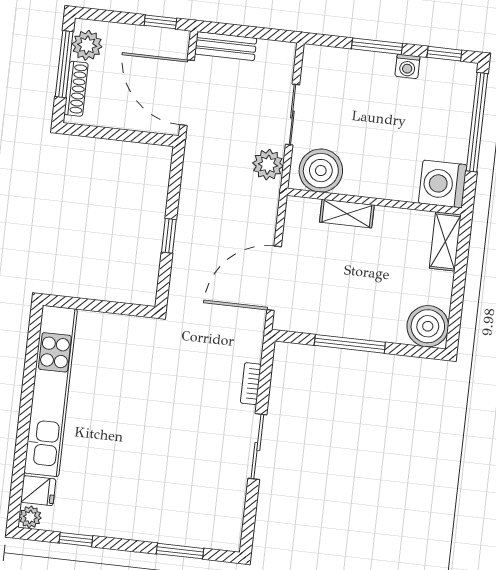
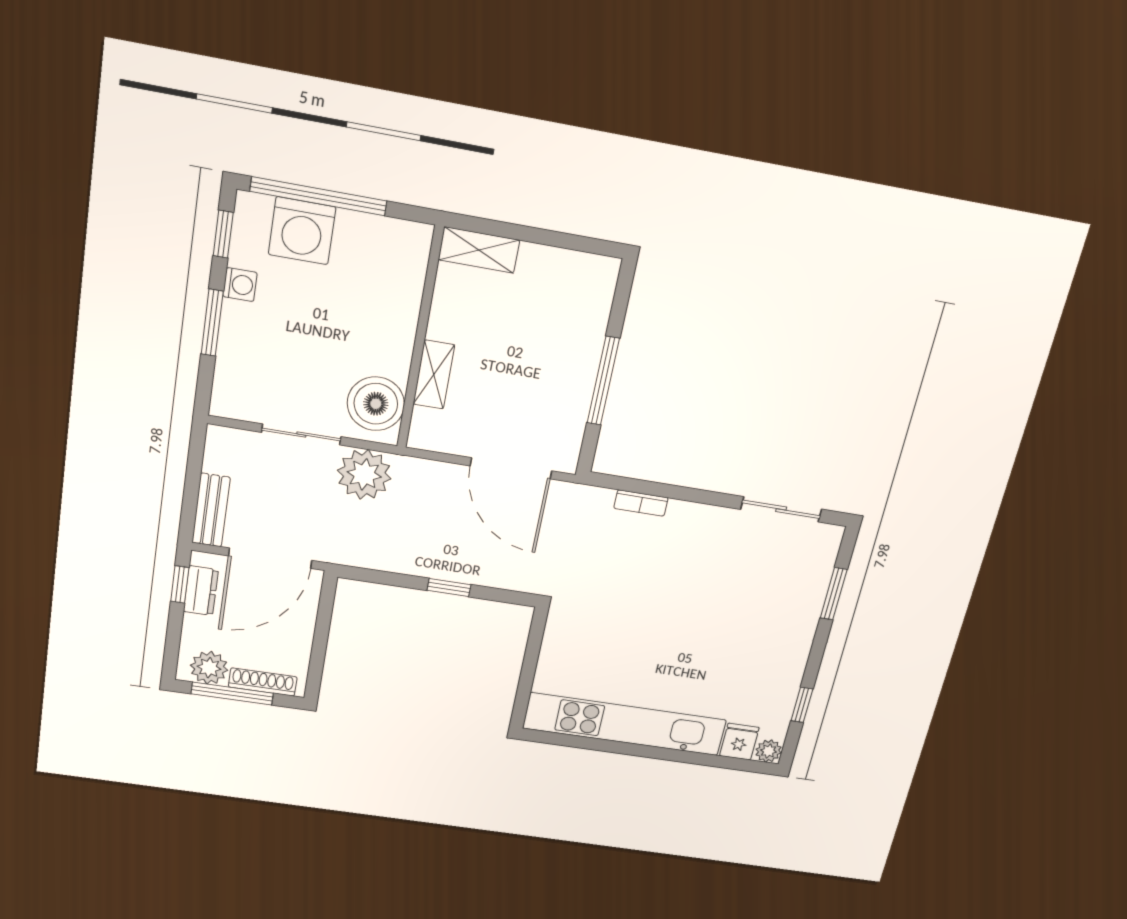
dresser: (156, 38) -> (201, 591), added
plant: (268, 165) -> (364, 474), width x1.36, depth x1.36
washing machine: (443, 184) -> (302, 231), moved
boiler: (428, 326) -> (590, 280), removed
sliding door: (257, 447) -> (781, 509), moved

